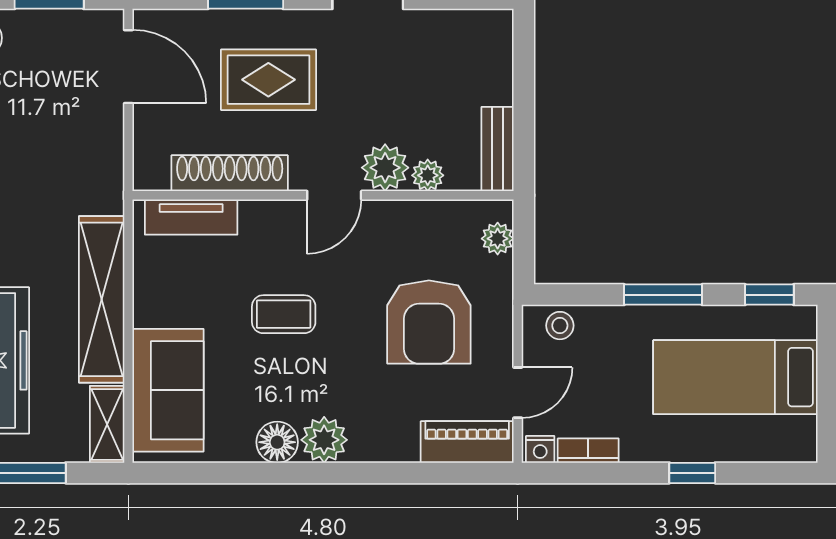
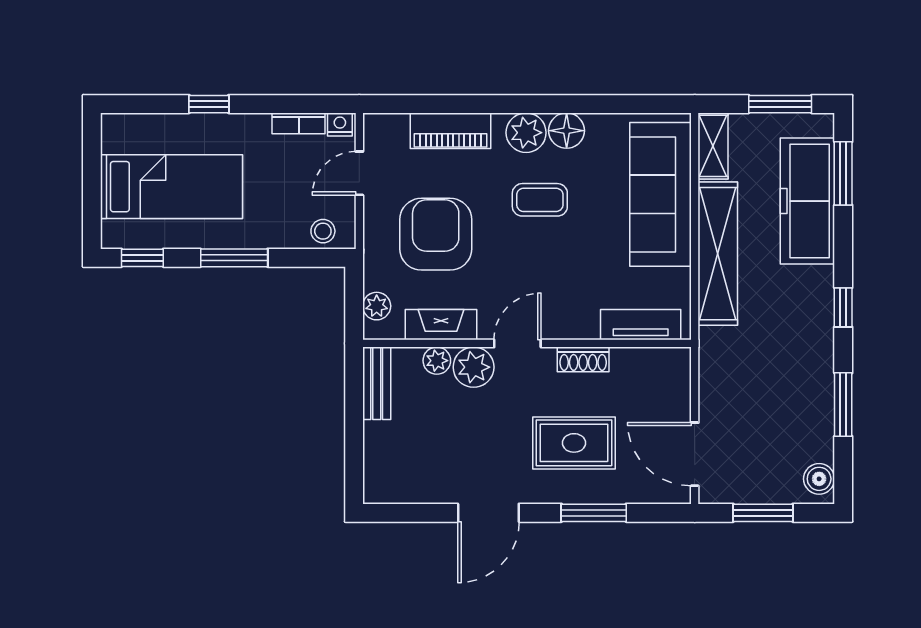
shoe rack: (230, 173) -> (583, 359), width x0.51, depth x0.81
fireplace: (423, 217) -> (441, 325), added
coffee table: (284, 314) -> (540, 200), moved
sofa: (168, 390) -> (661, 194), width x1.36
piano: (467, 442) -> (451, 131), moved

